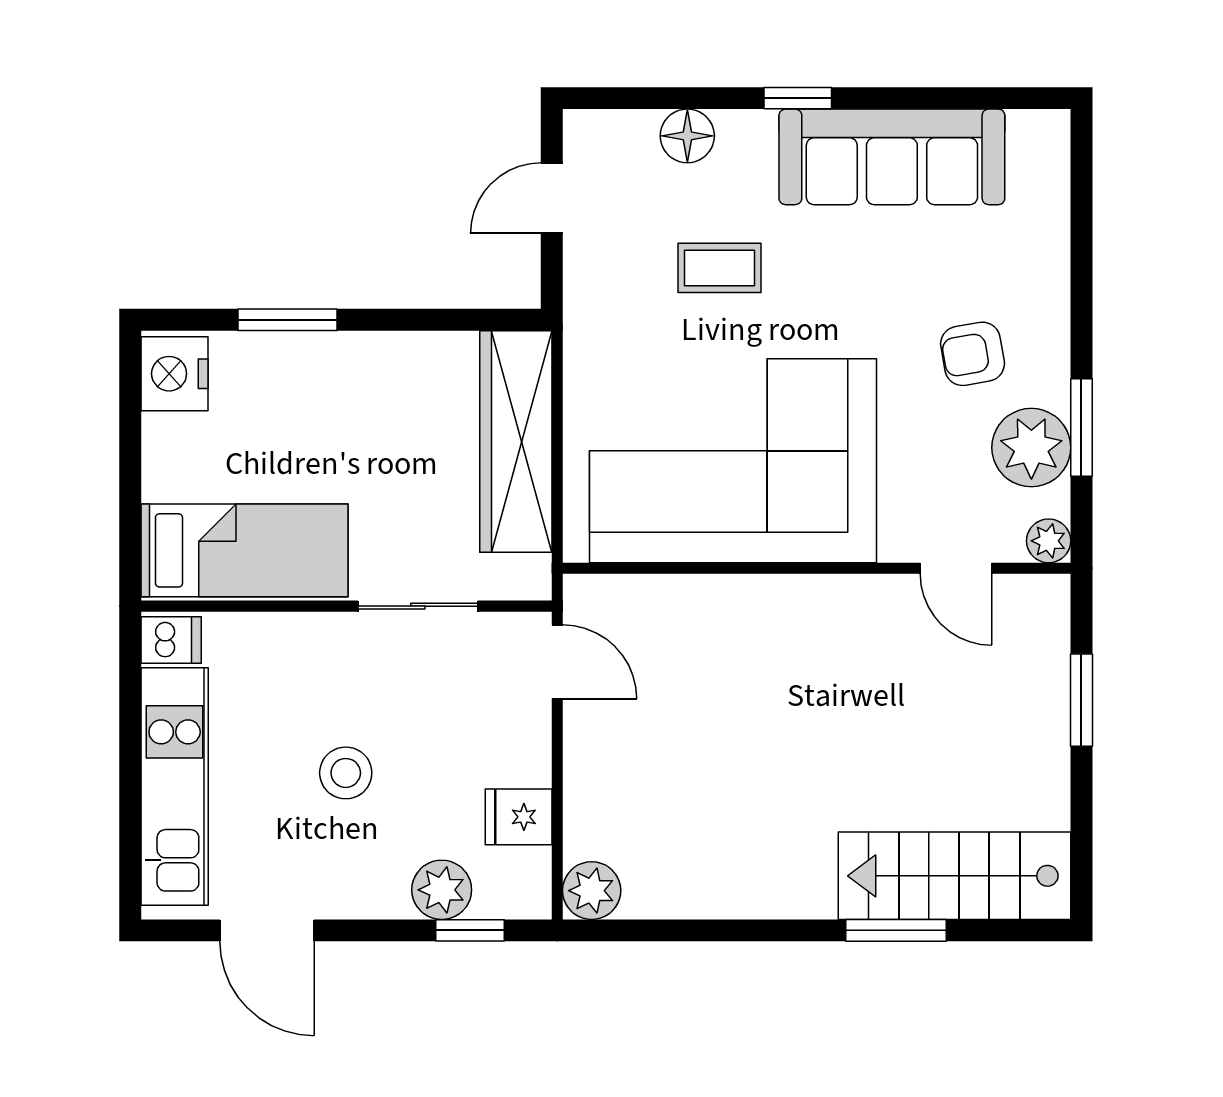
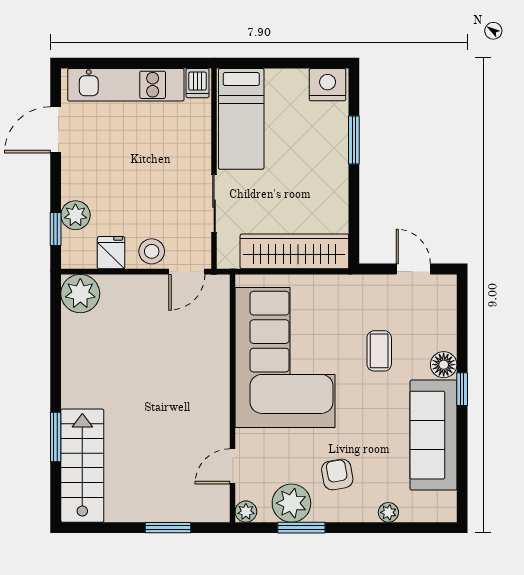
floor lamp: (687, 136) -> (444, 365), moved
plant: (1050, 249) -> (388, 512), added
stool: (346, 773) -> (152, 251), moved
plant: (592, 891) -> (80, 294), width x1.36, depth x1.36

